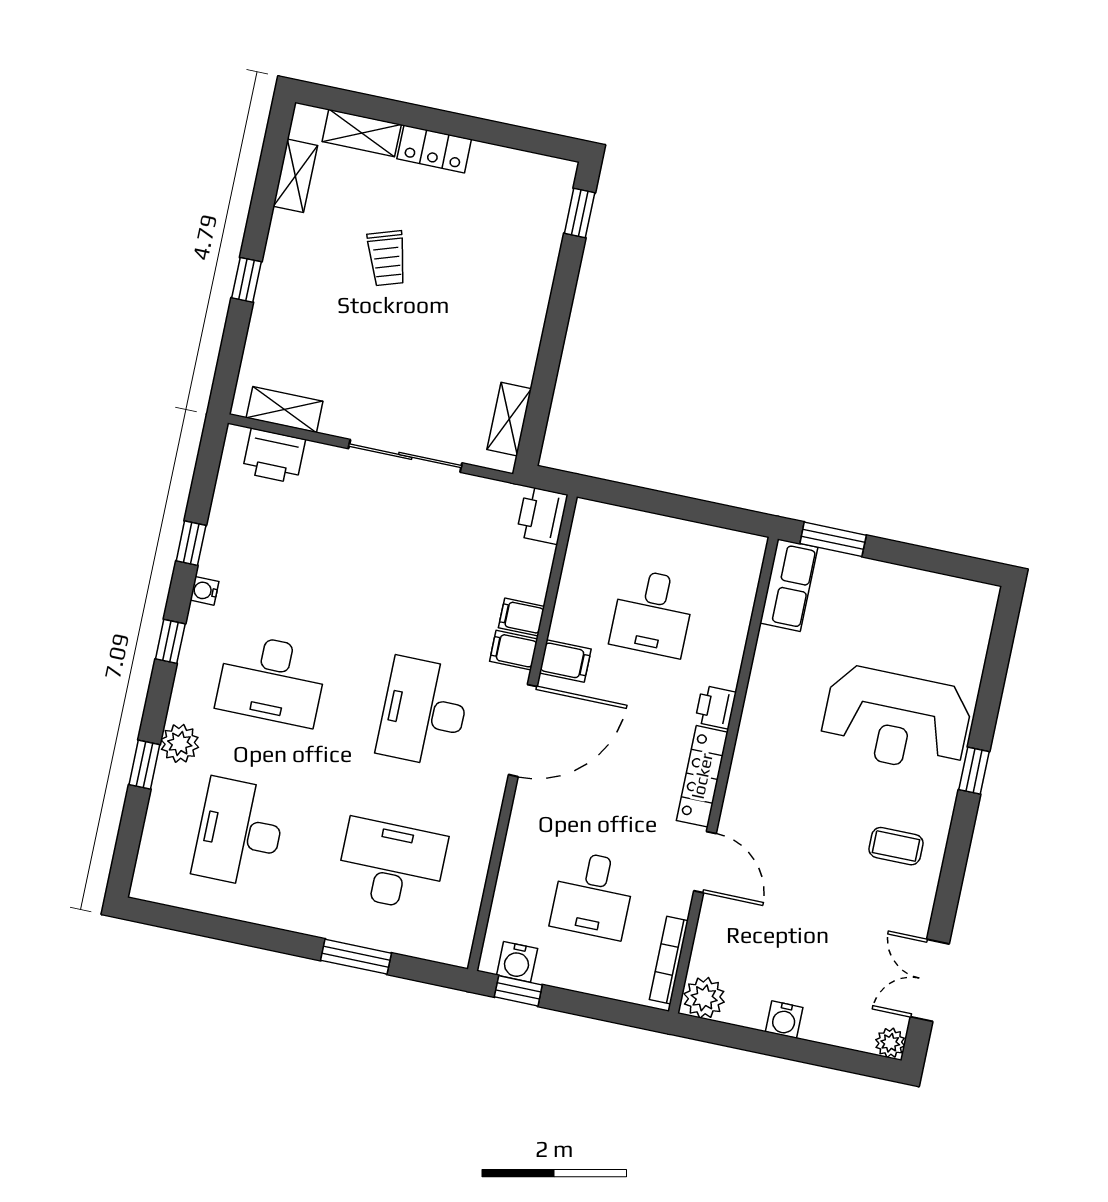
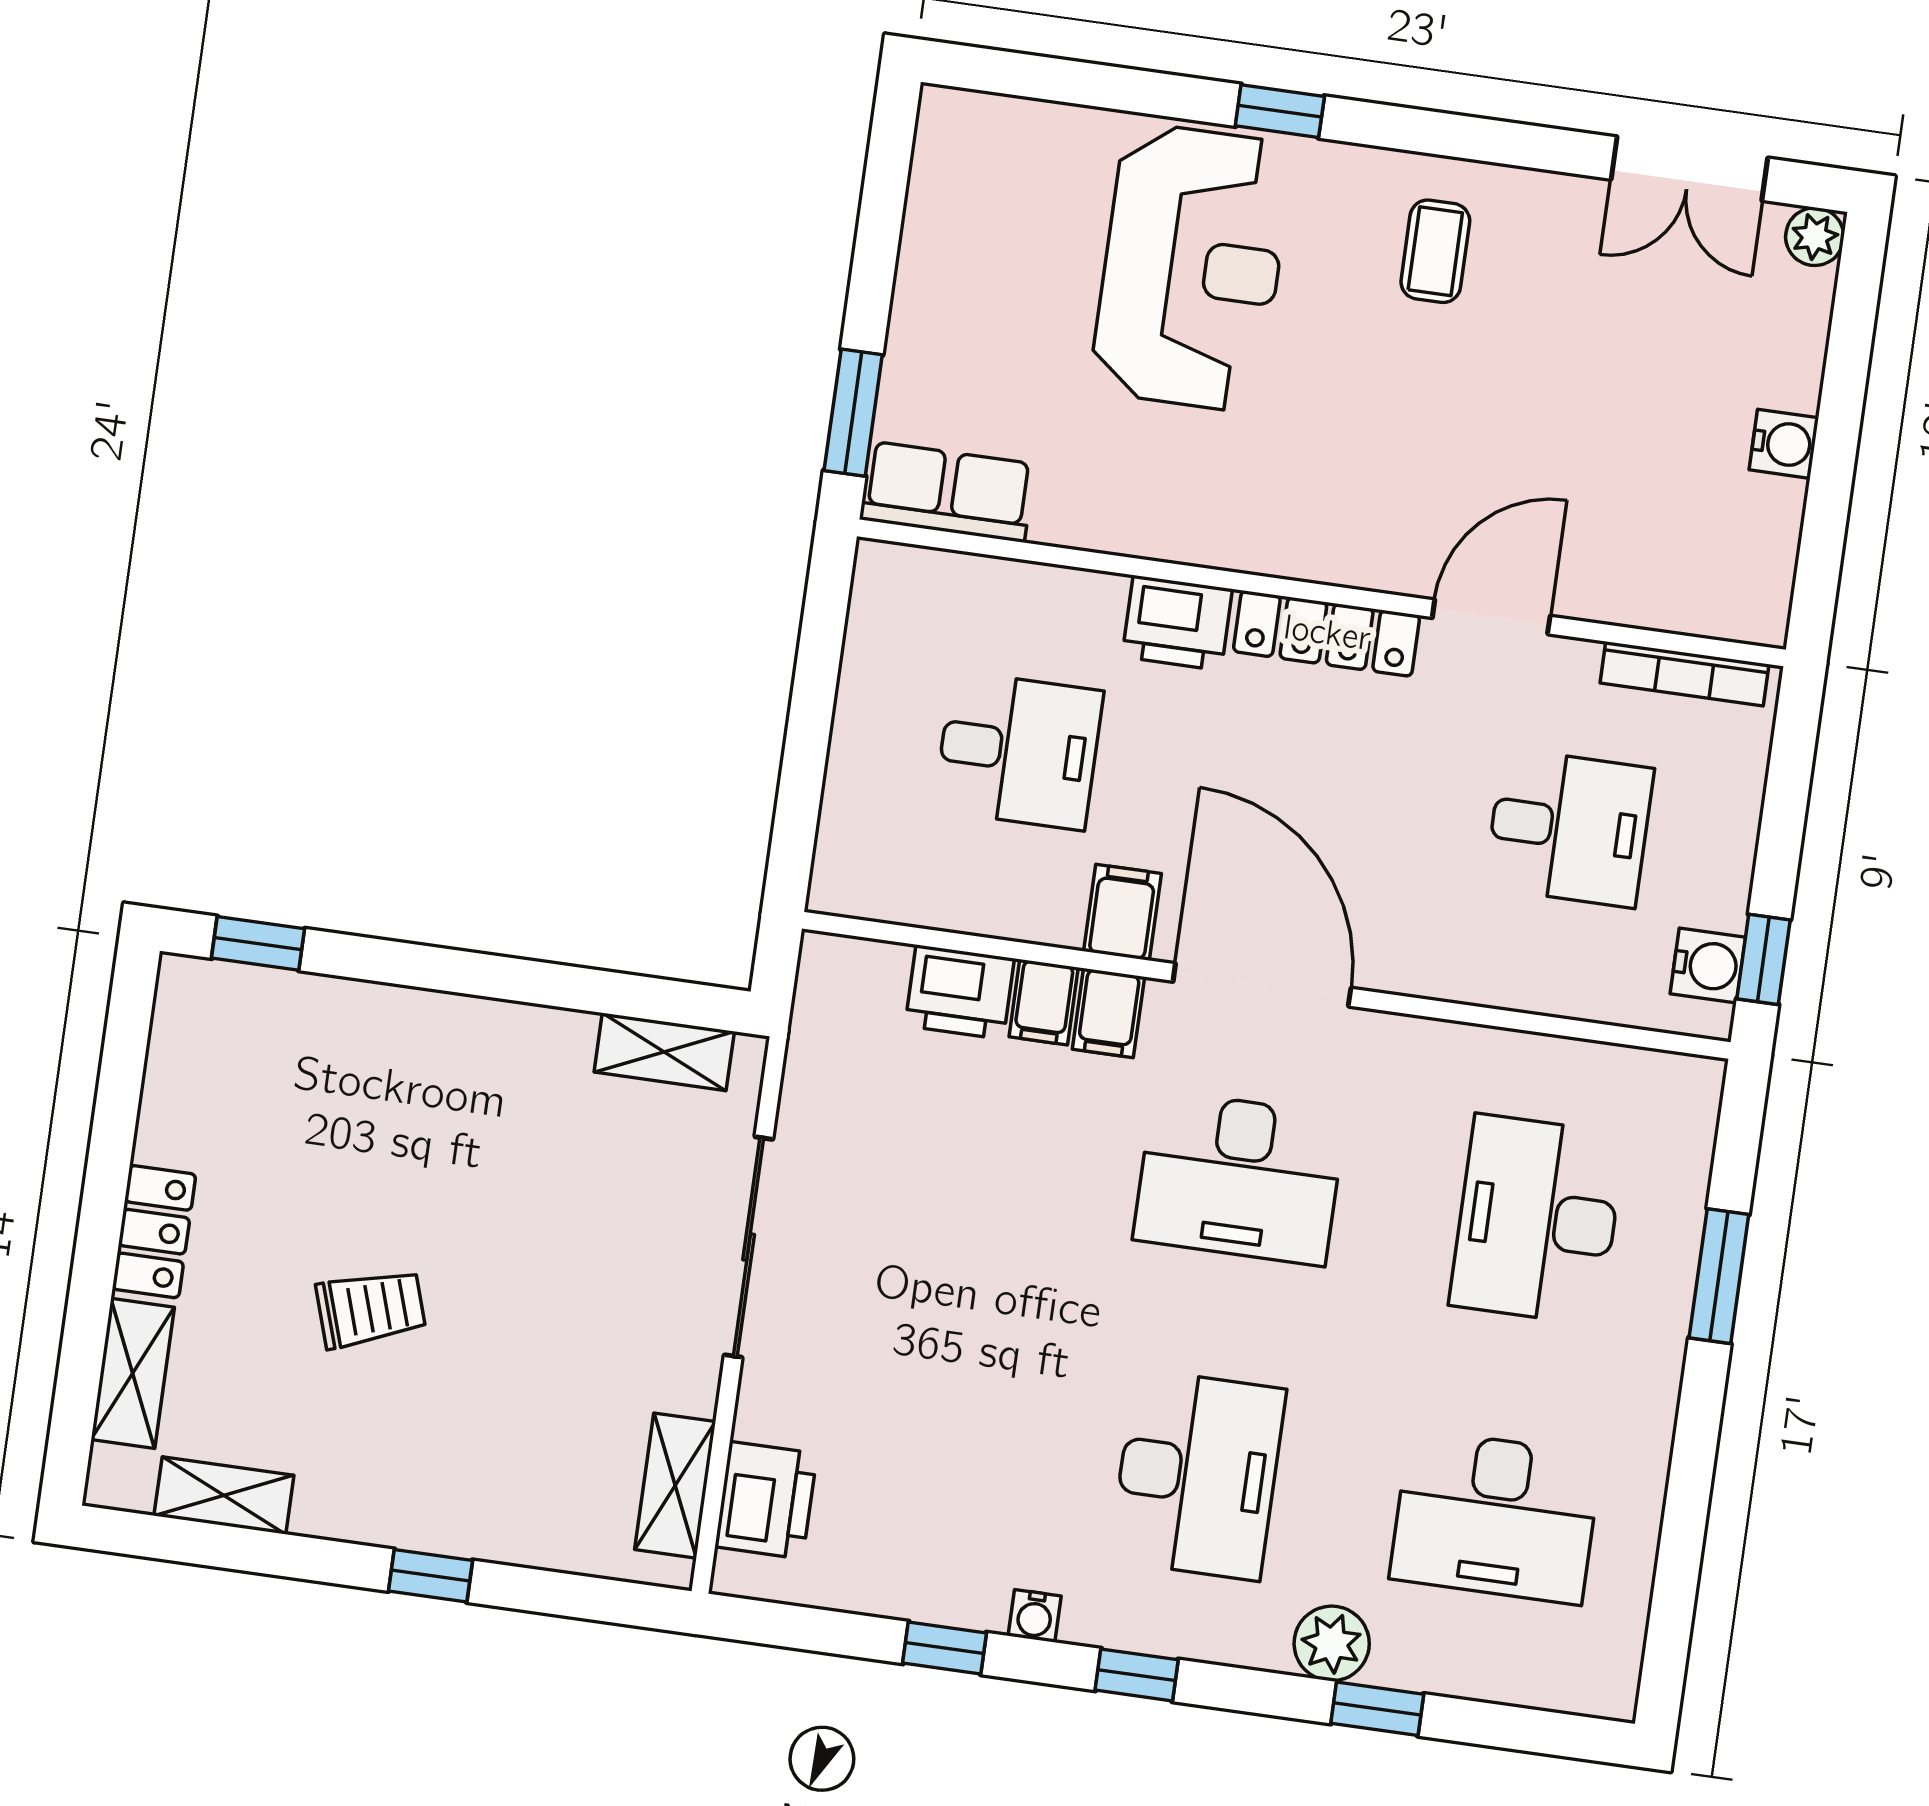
printer: (542, 515) -> (960, 992), moved
printer: (716, 707) -> (1177, 623), width x1.36, depth x1.24
plant: (704, 998) -> (1752, 601), removed

